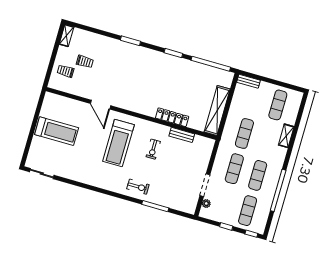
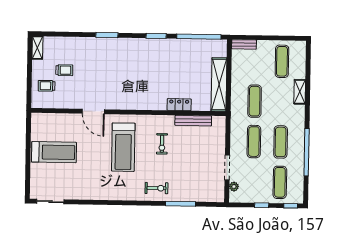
locker: (172, 117) -> (179, 105), width x0.66
bench: (182, 135) -> (193, 121), width x1.36

